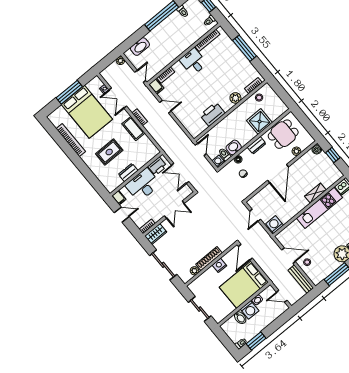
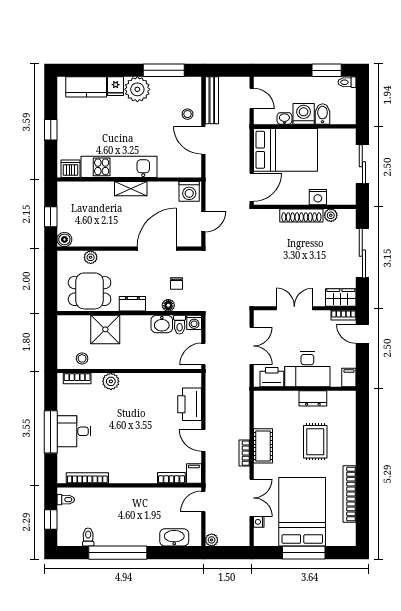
desk: (193, 62) -> (74, 431), moved, turned 90
printer: (212, 114) -> (190, 404), moved, turned 90
rug: (109, 152) -> (315, 442), turned 90
door: (278, 174) -> (157, 249), moved
shelving: (315, 193) -> (131, 189), moved
door: (122, 215) -> (362, 334), moved
nightstand: (219, 265) -> (318, 197), moved

